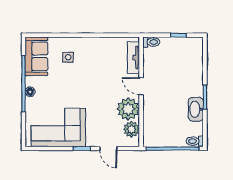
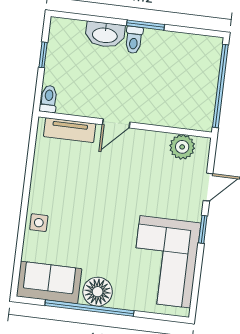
side table: (68, 57) -> (39, 223), moved
floor lamp: (30, 92) -> (98, 292), width x1.89, depth x1.89
plant: (128, 109) -> (150, 148), removed
washbasin: (196, 109) -> (105, 35), moved
toilet: (195, 141) -> (134, 40), moved

